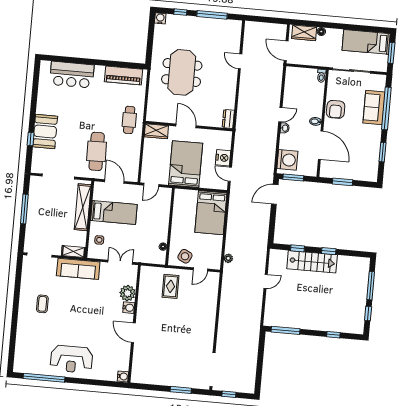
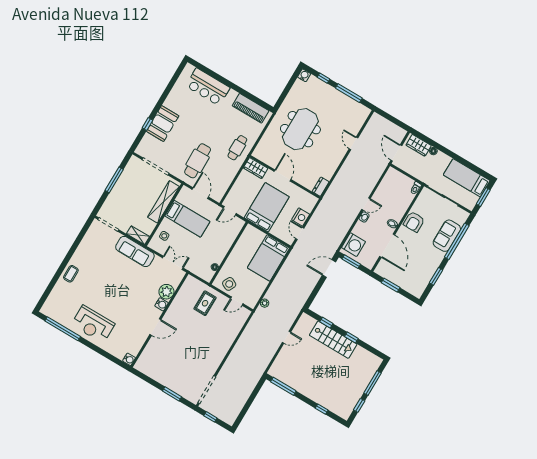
coffee table: (42, 304) -> (71, 274), moved
door: (133, 333) -> (155, 327), swing flipped

